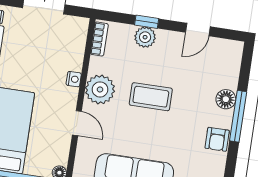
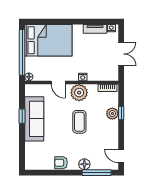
door: (198, 30) -> (121, 156), moved
window: (238, 116) -> (97, 173), moved
door: (77, 123) -> (58, 82), hinge flipped

